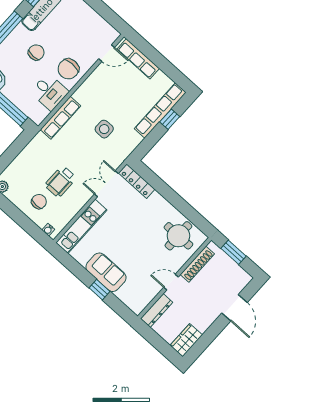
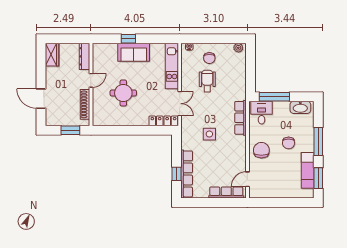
desk: (49, 92) -> (262, 113), moved, turned 90
round table: (178, 236) -> (123, 93), moved

